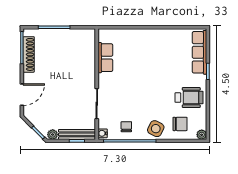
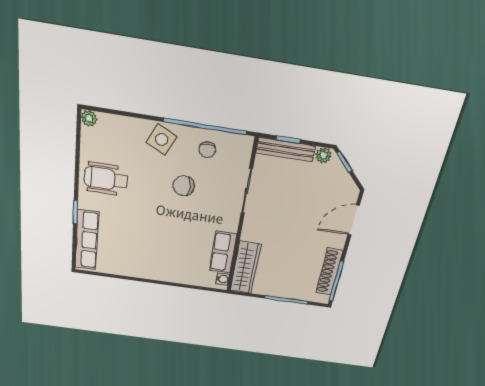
wardrobe: (88, 48) -> (245, 268), added
chair: (180, 124) -> (184, 186), moved
water cooler: (103, 133) -> (222, 279), moved

